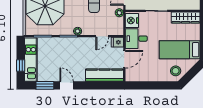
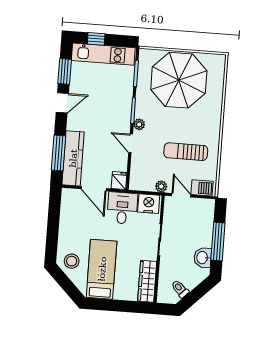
door: (102, 36) -> (131, 143), moved
window: (102, 85) -> (59, 153), added

